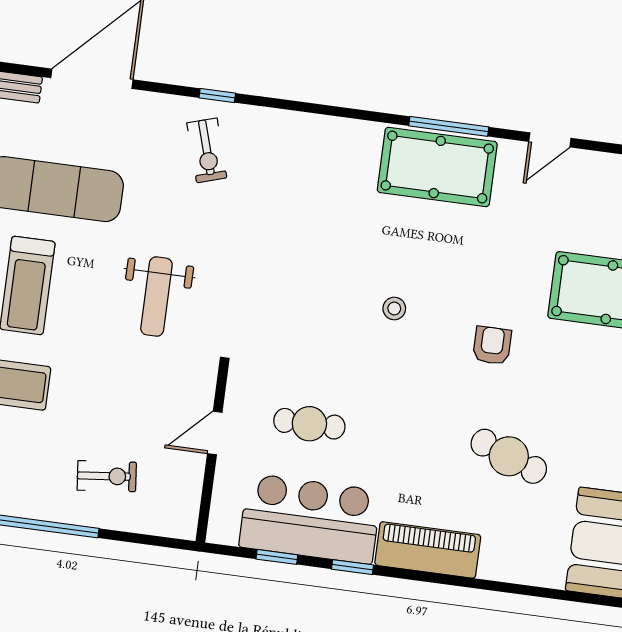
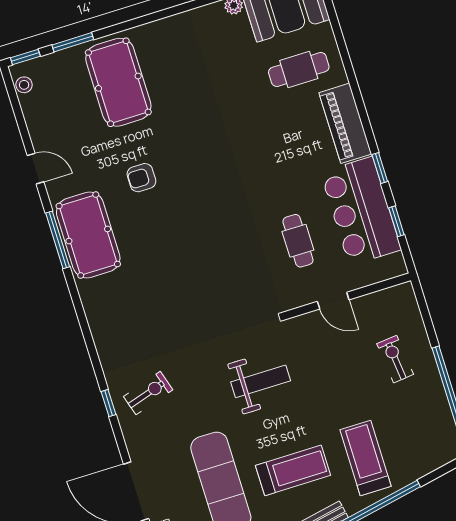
stool: (394, 308) -> (195, 220), removed
armchair: (492, 345) -> (141, 178), moved
cafe table: (509, 456) -> (299, 69), moved, turned 69

